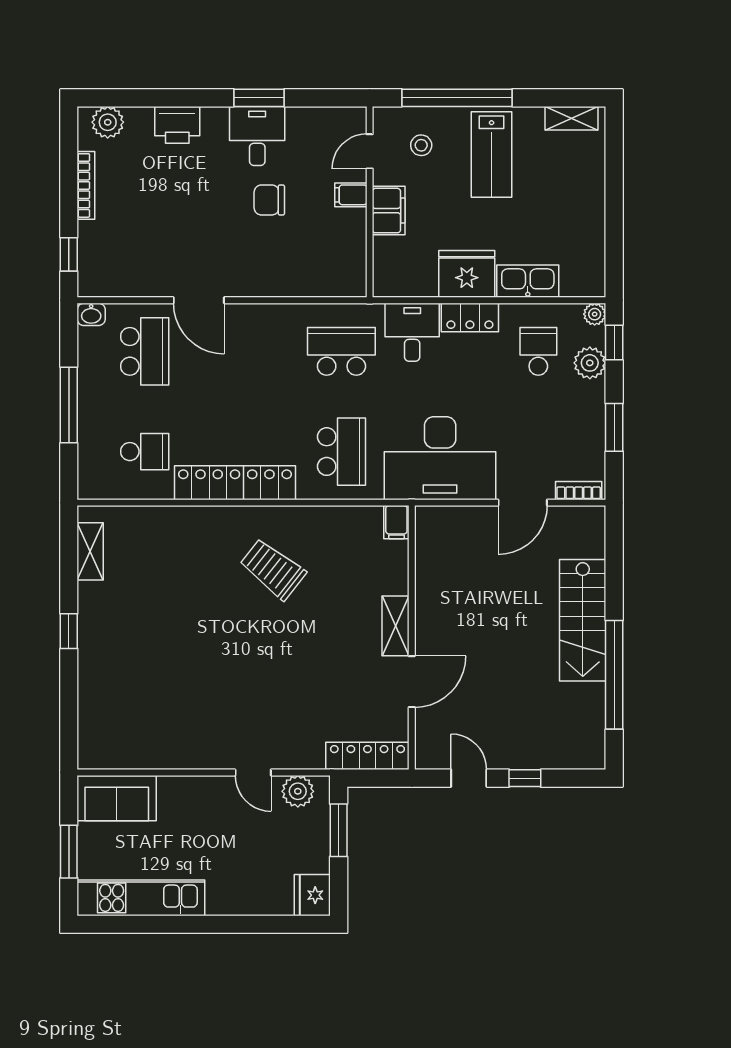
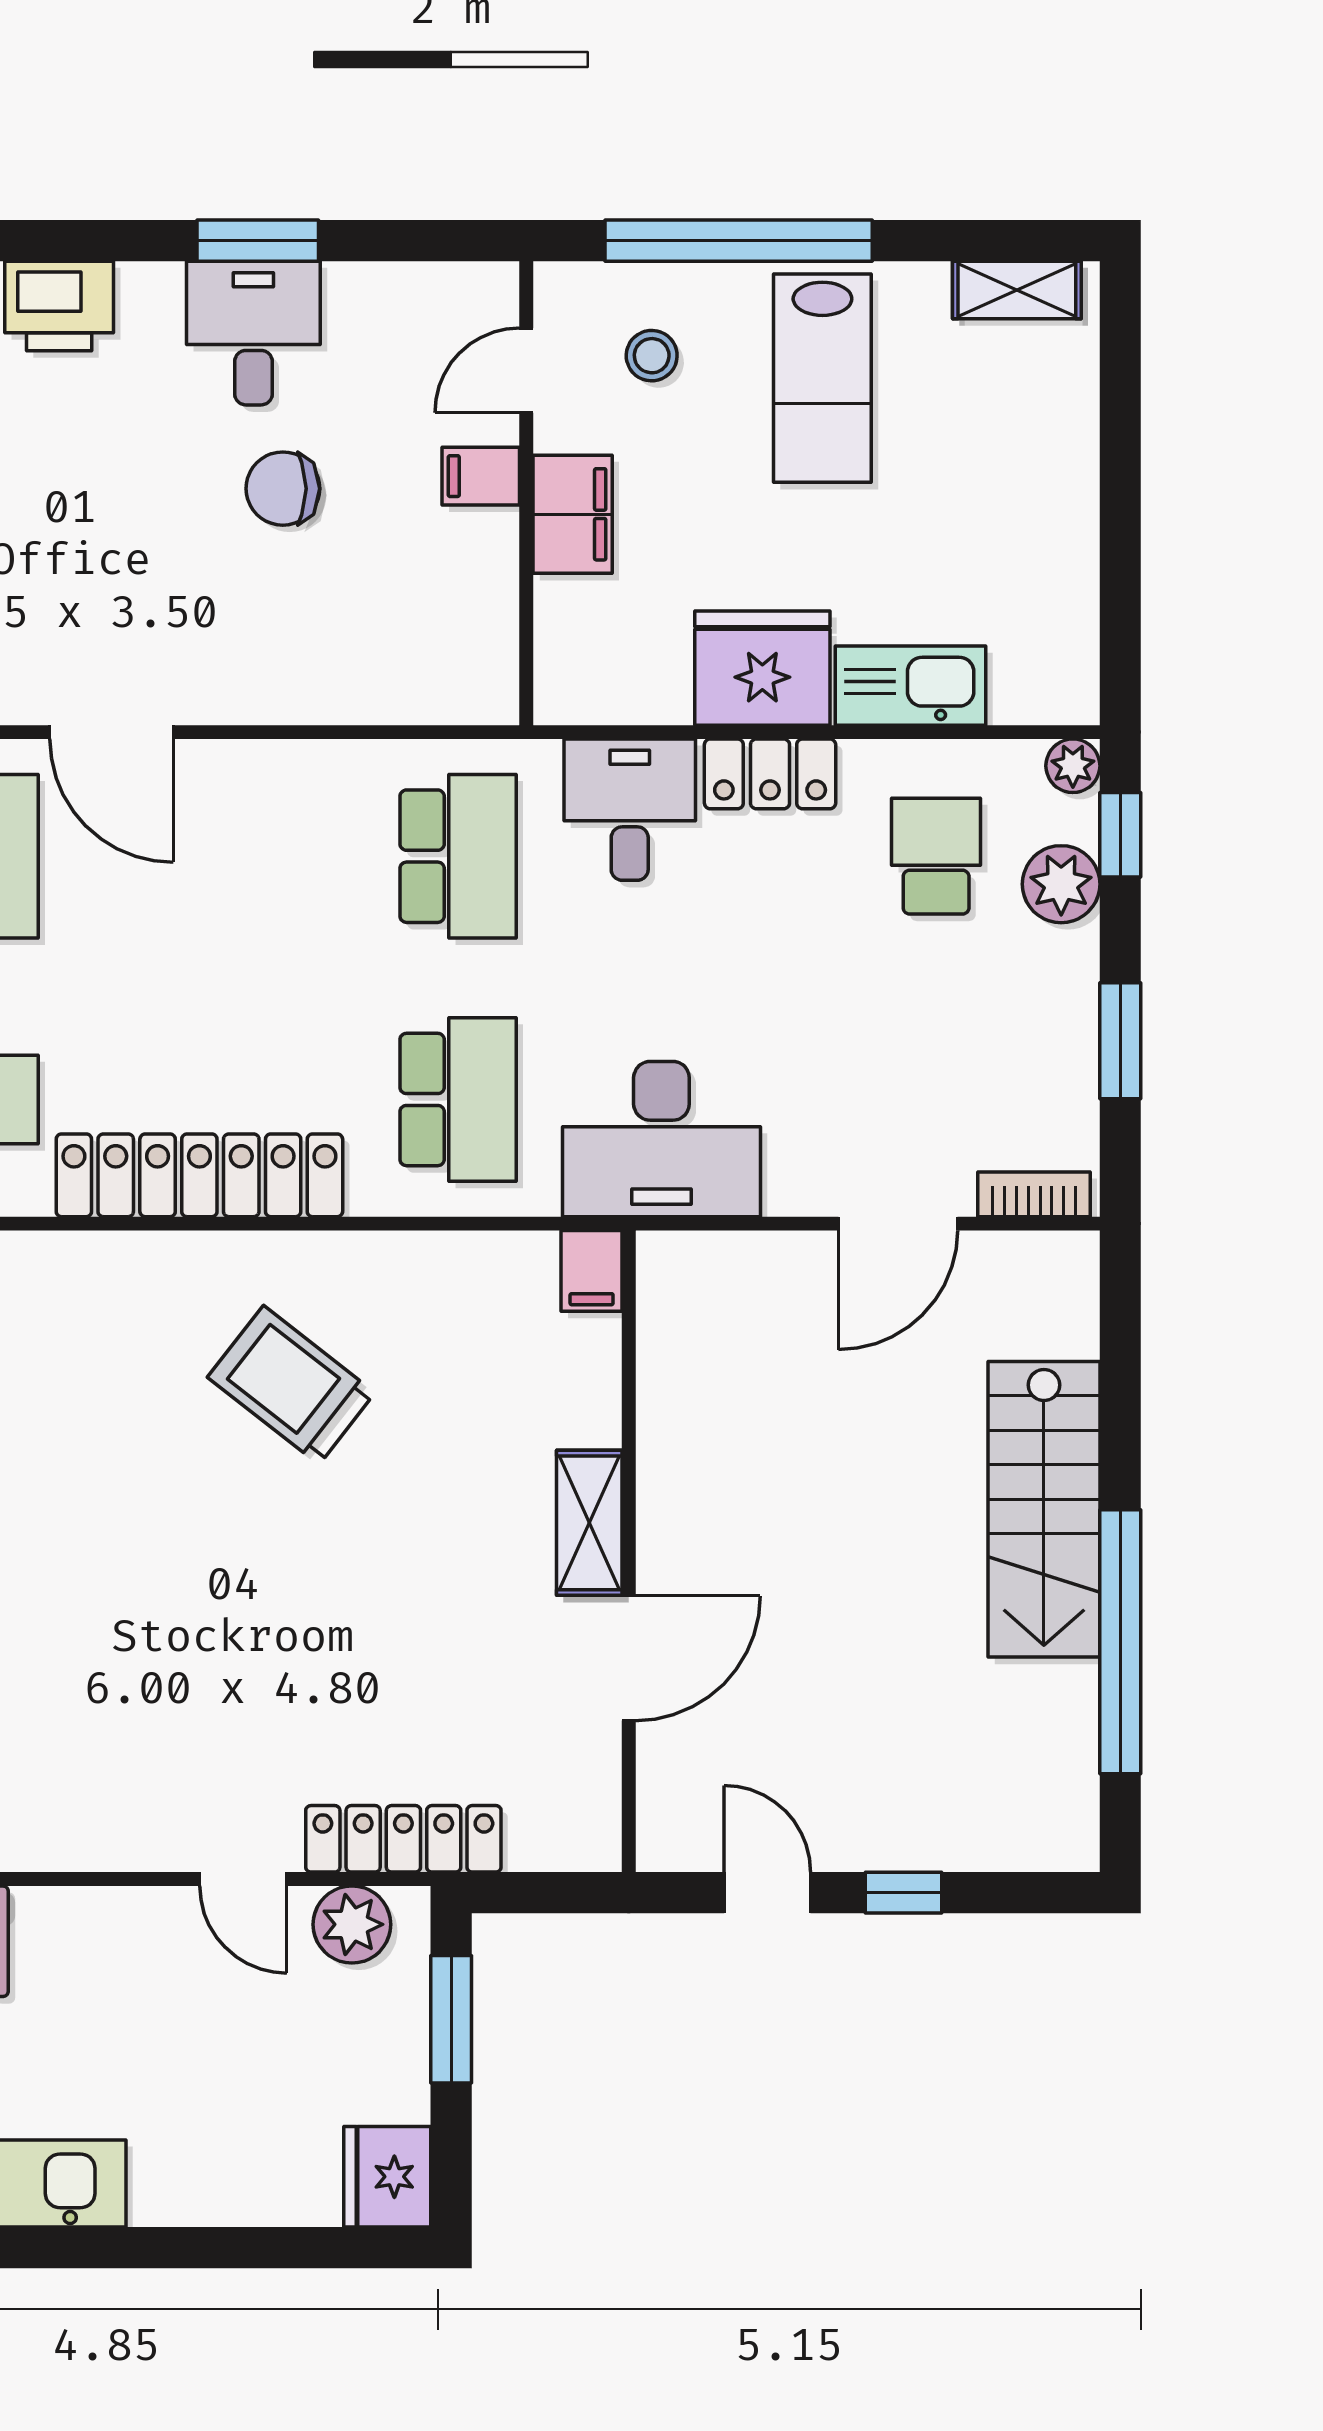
school desk: (341, 351) -> (458, 856), turned 90
desk: (440, 458) -> (661, 1139), width x0.73, depth x0.77
locker: (367, 756) -> (403, 1839), moved

